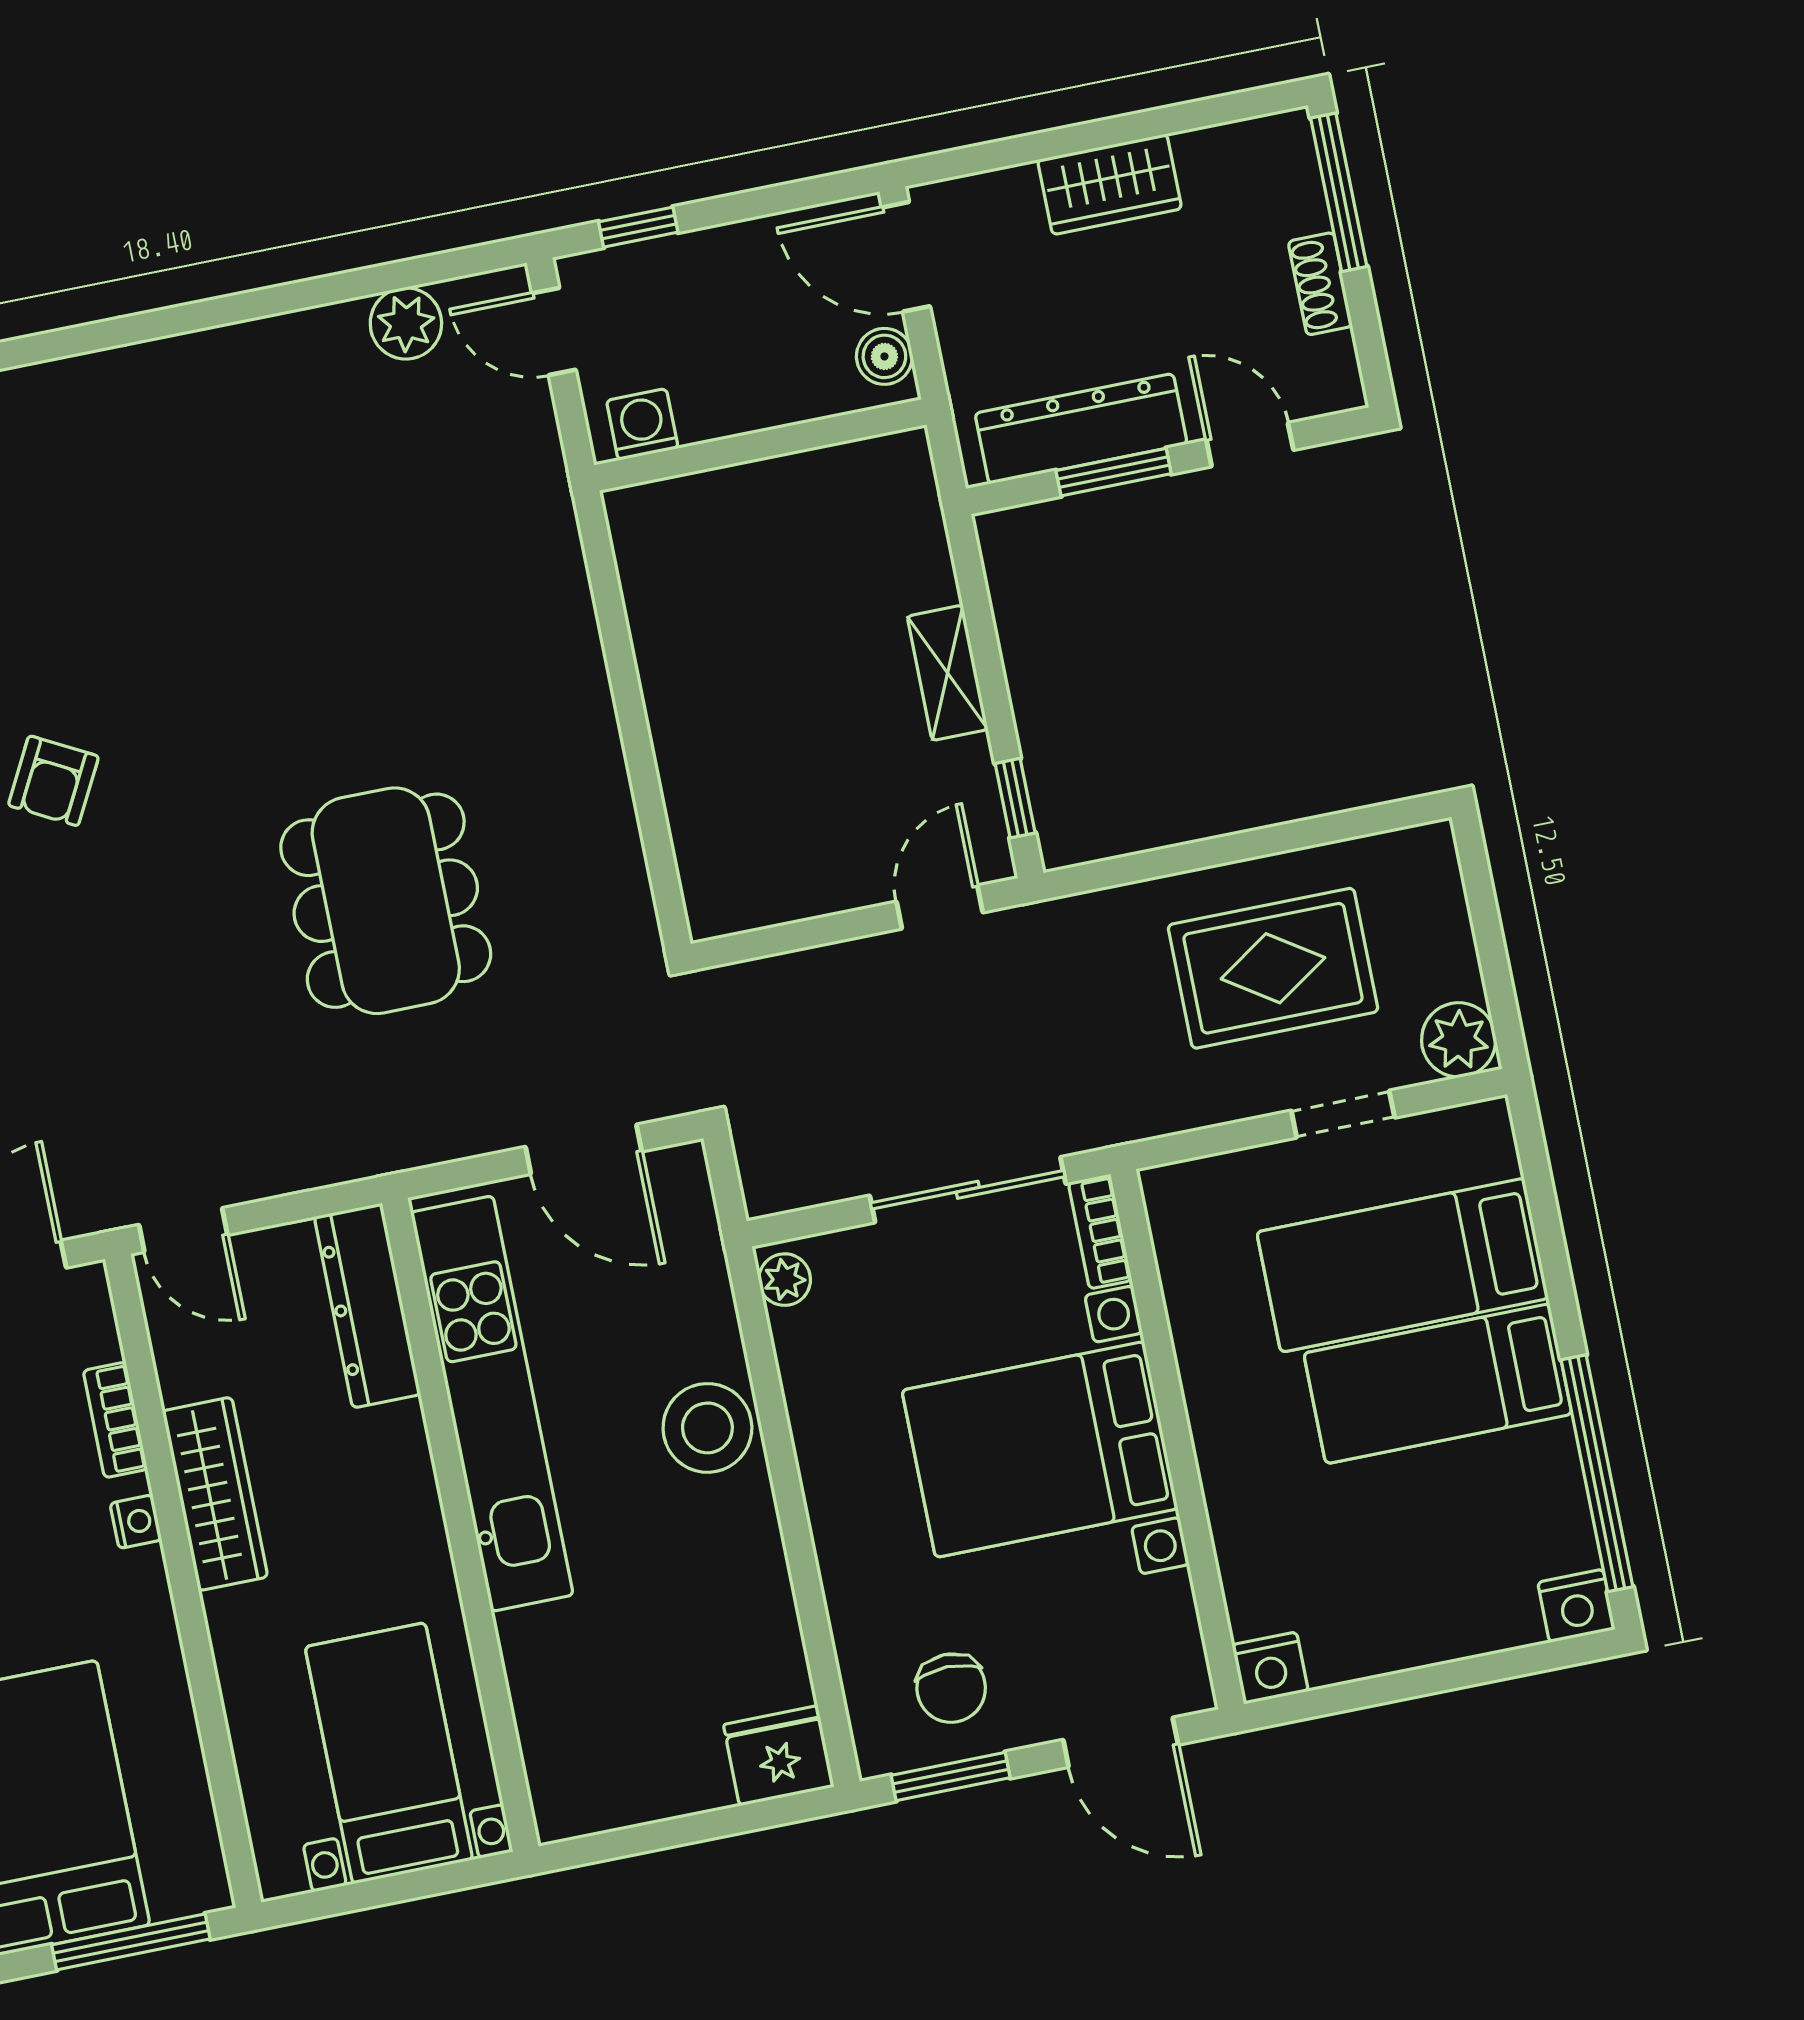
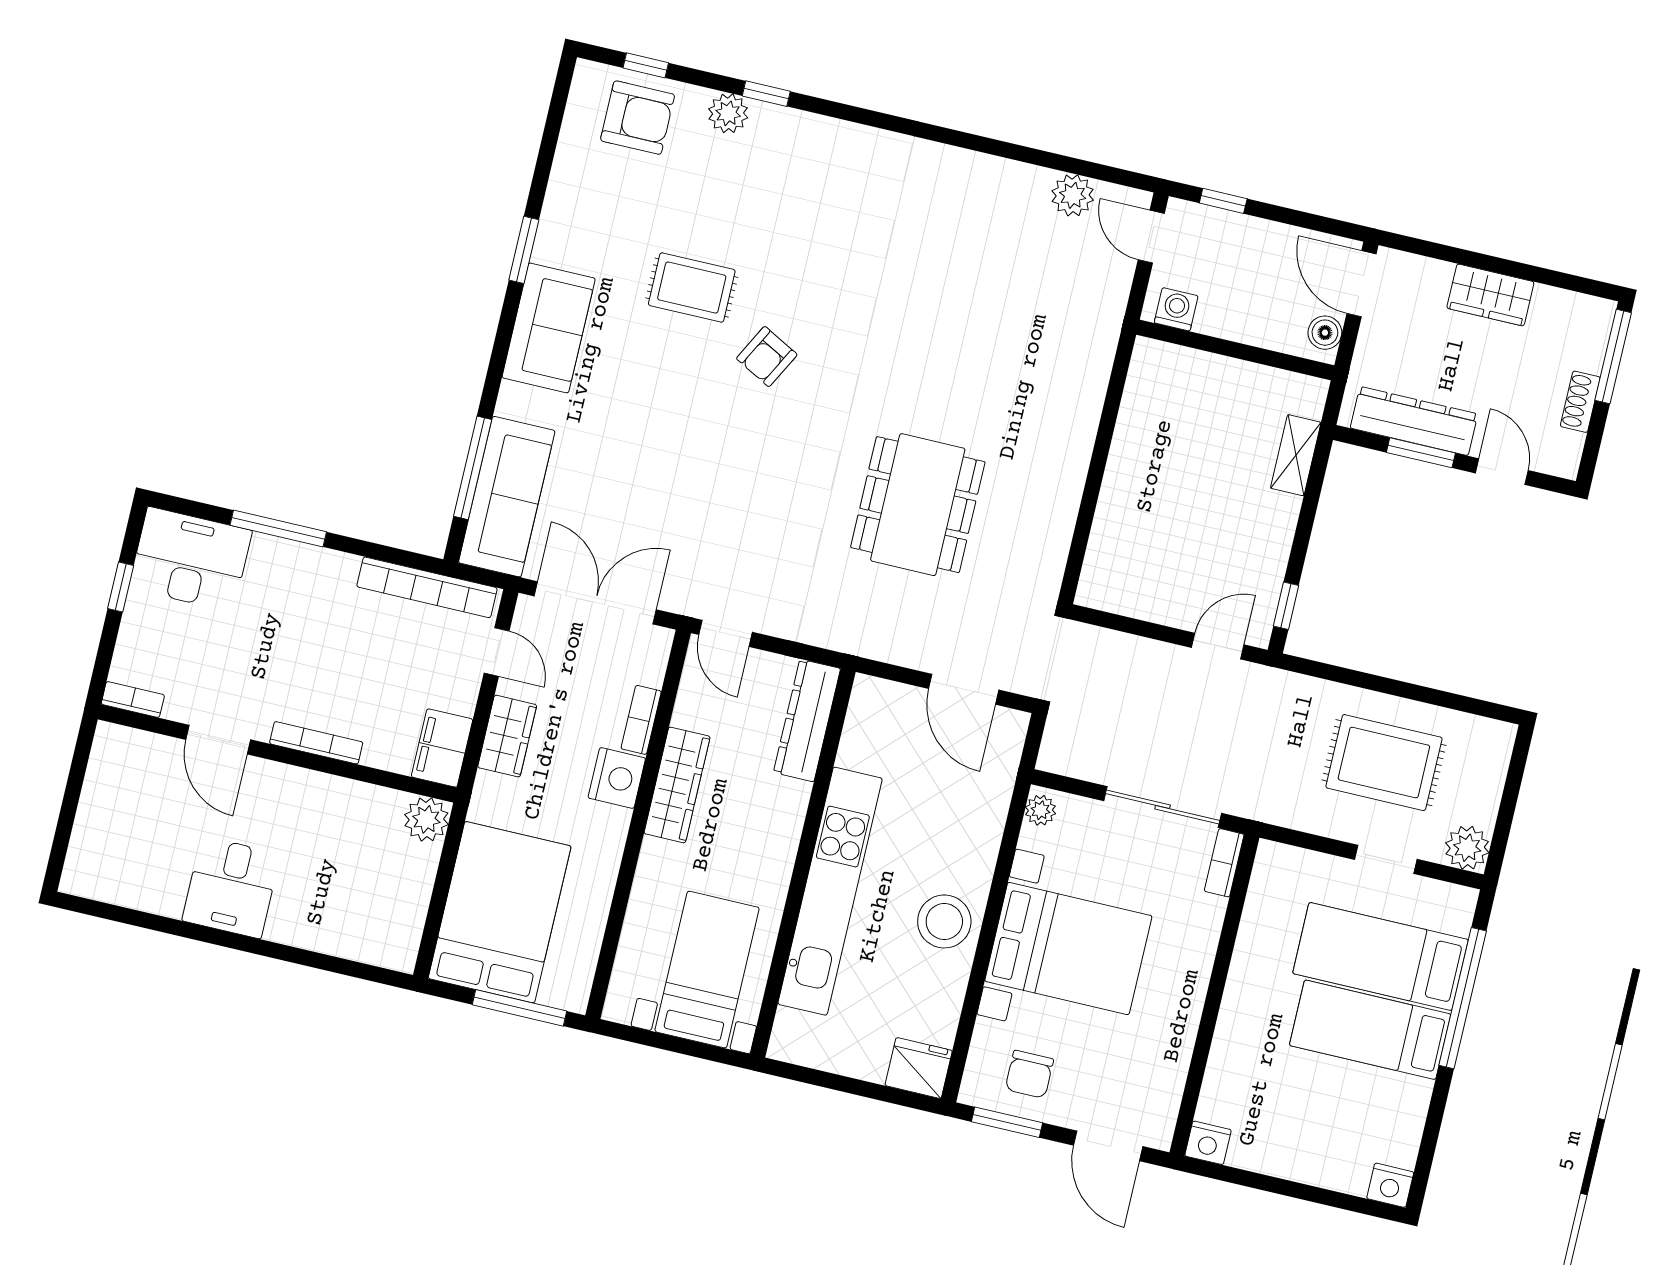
shelving: (948, 673) -> (1296, 455), moved
kitchen unit: (492, 1404) -> (830, 891), moved
stool: (707, 1428) -> (944, 921), moved
bed with nightstands: (1040, 1450) -> (1068, 949), moved, turned 180
window: (1597, 1473) -> (1463, 998), moved
nightstand: (136, 1522) -> (617, 778), width x1.89, depth x1.79

